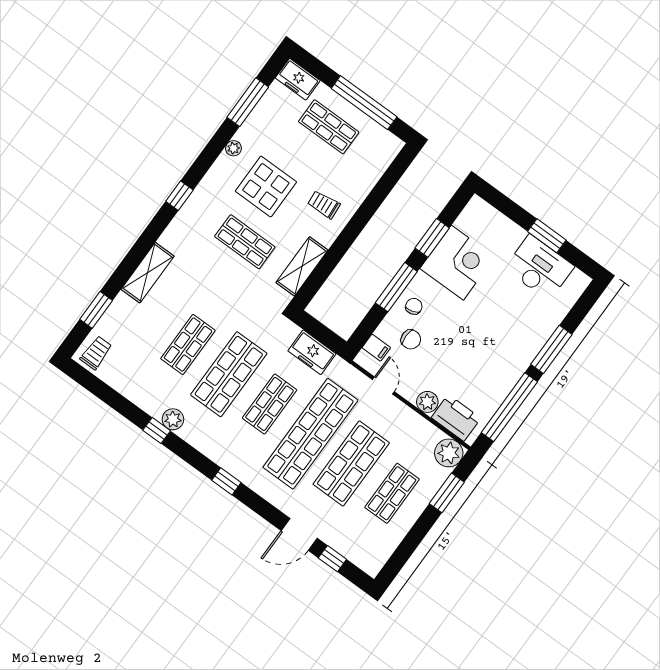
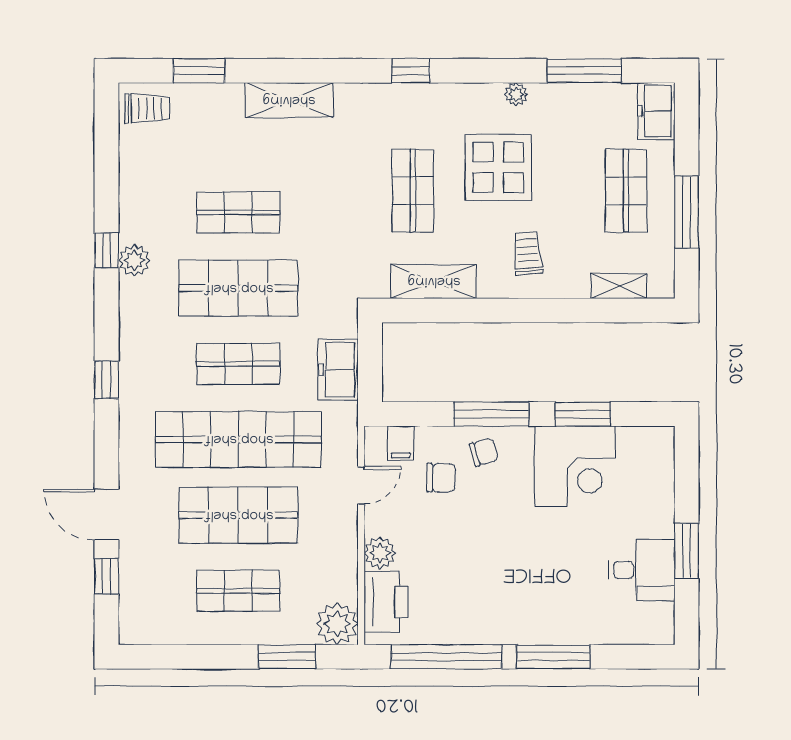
window: (364, 103) -> (687, 212), width x0.68
shelving: (377, 168) -> (619, 286), added
desk: (539, 268) -> (642, 570), width x0.73
chair: (411, 339) -> (441, 478), turned -90

